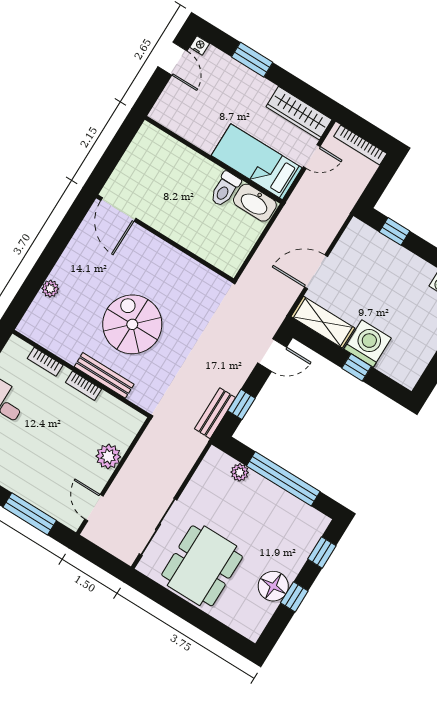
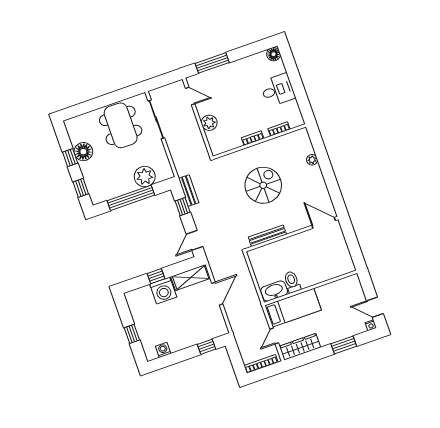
spiral stairs: (132, 324) -> (263, 185), turned -90
bench: (104, 375) -> (267, 236), moved
plant: (240, 472) -> (145, 177), width x1.87, depth x1.87

